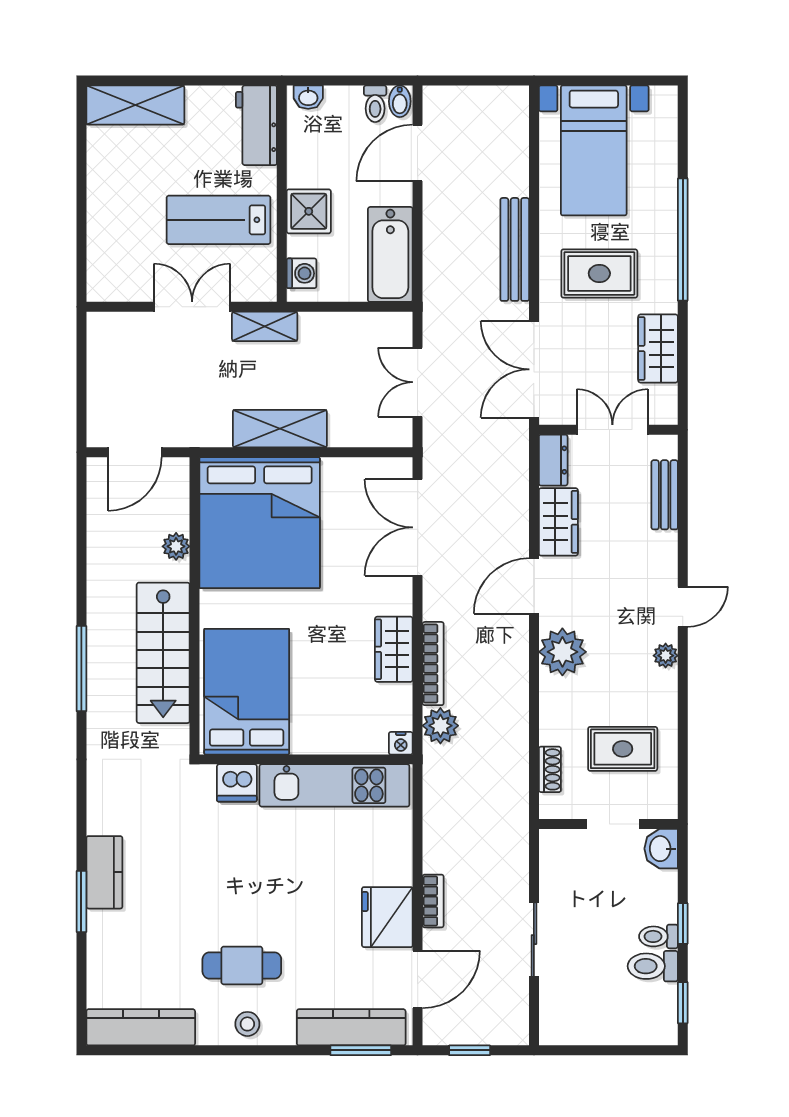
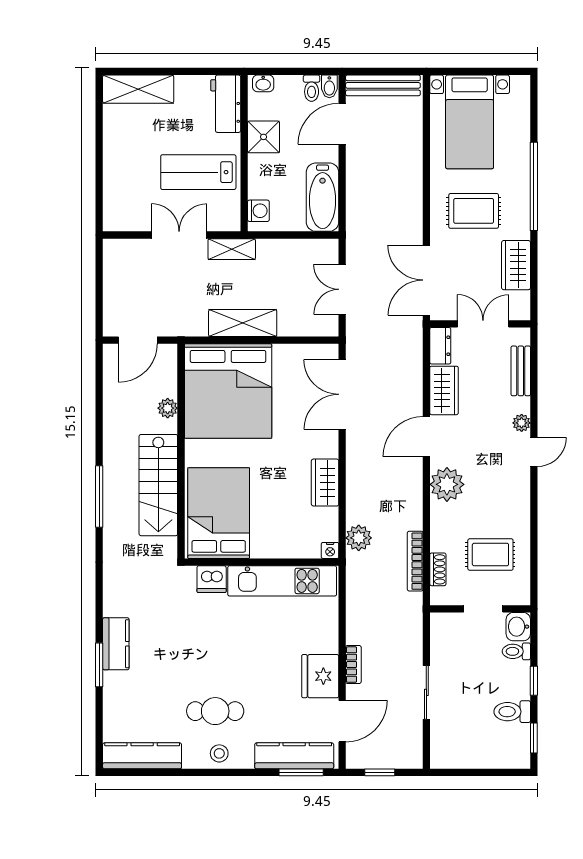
shower: (309, 211) -> (264, 137), moved
bench: (515, 249) -> (383, 85), moved, turned 90
plant: (666, 656) -> (522, 423), moved
bookcase: (433, 664) -> (415, 561), moved, turned 180
toilet: (658, 936) -> (516, 651), moved

